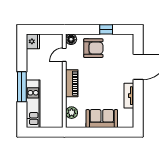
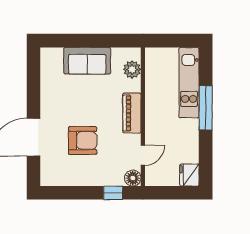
window: (106, 29) -> (113, 193), moved
armchair: (93, 48) -> (83, 141), moved, turned 180
tv unit: (129, 96) -> (47, 95), removed

